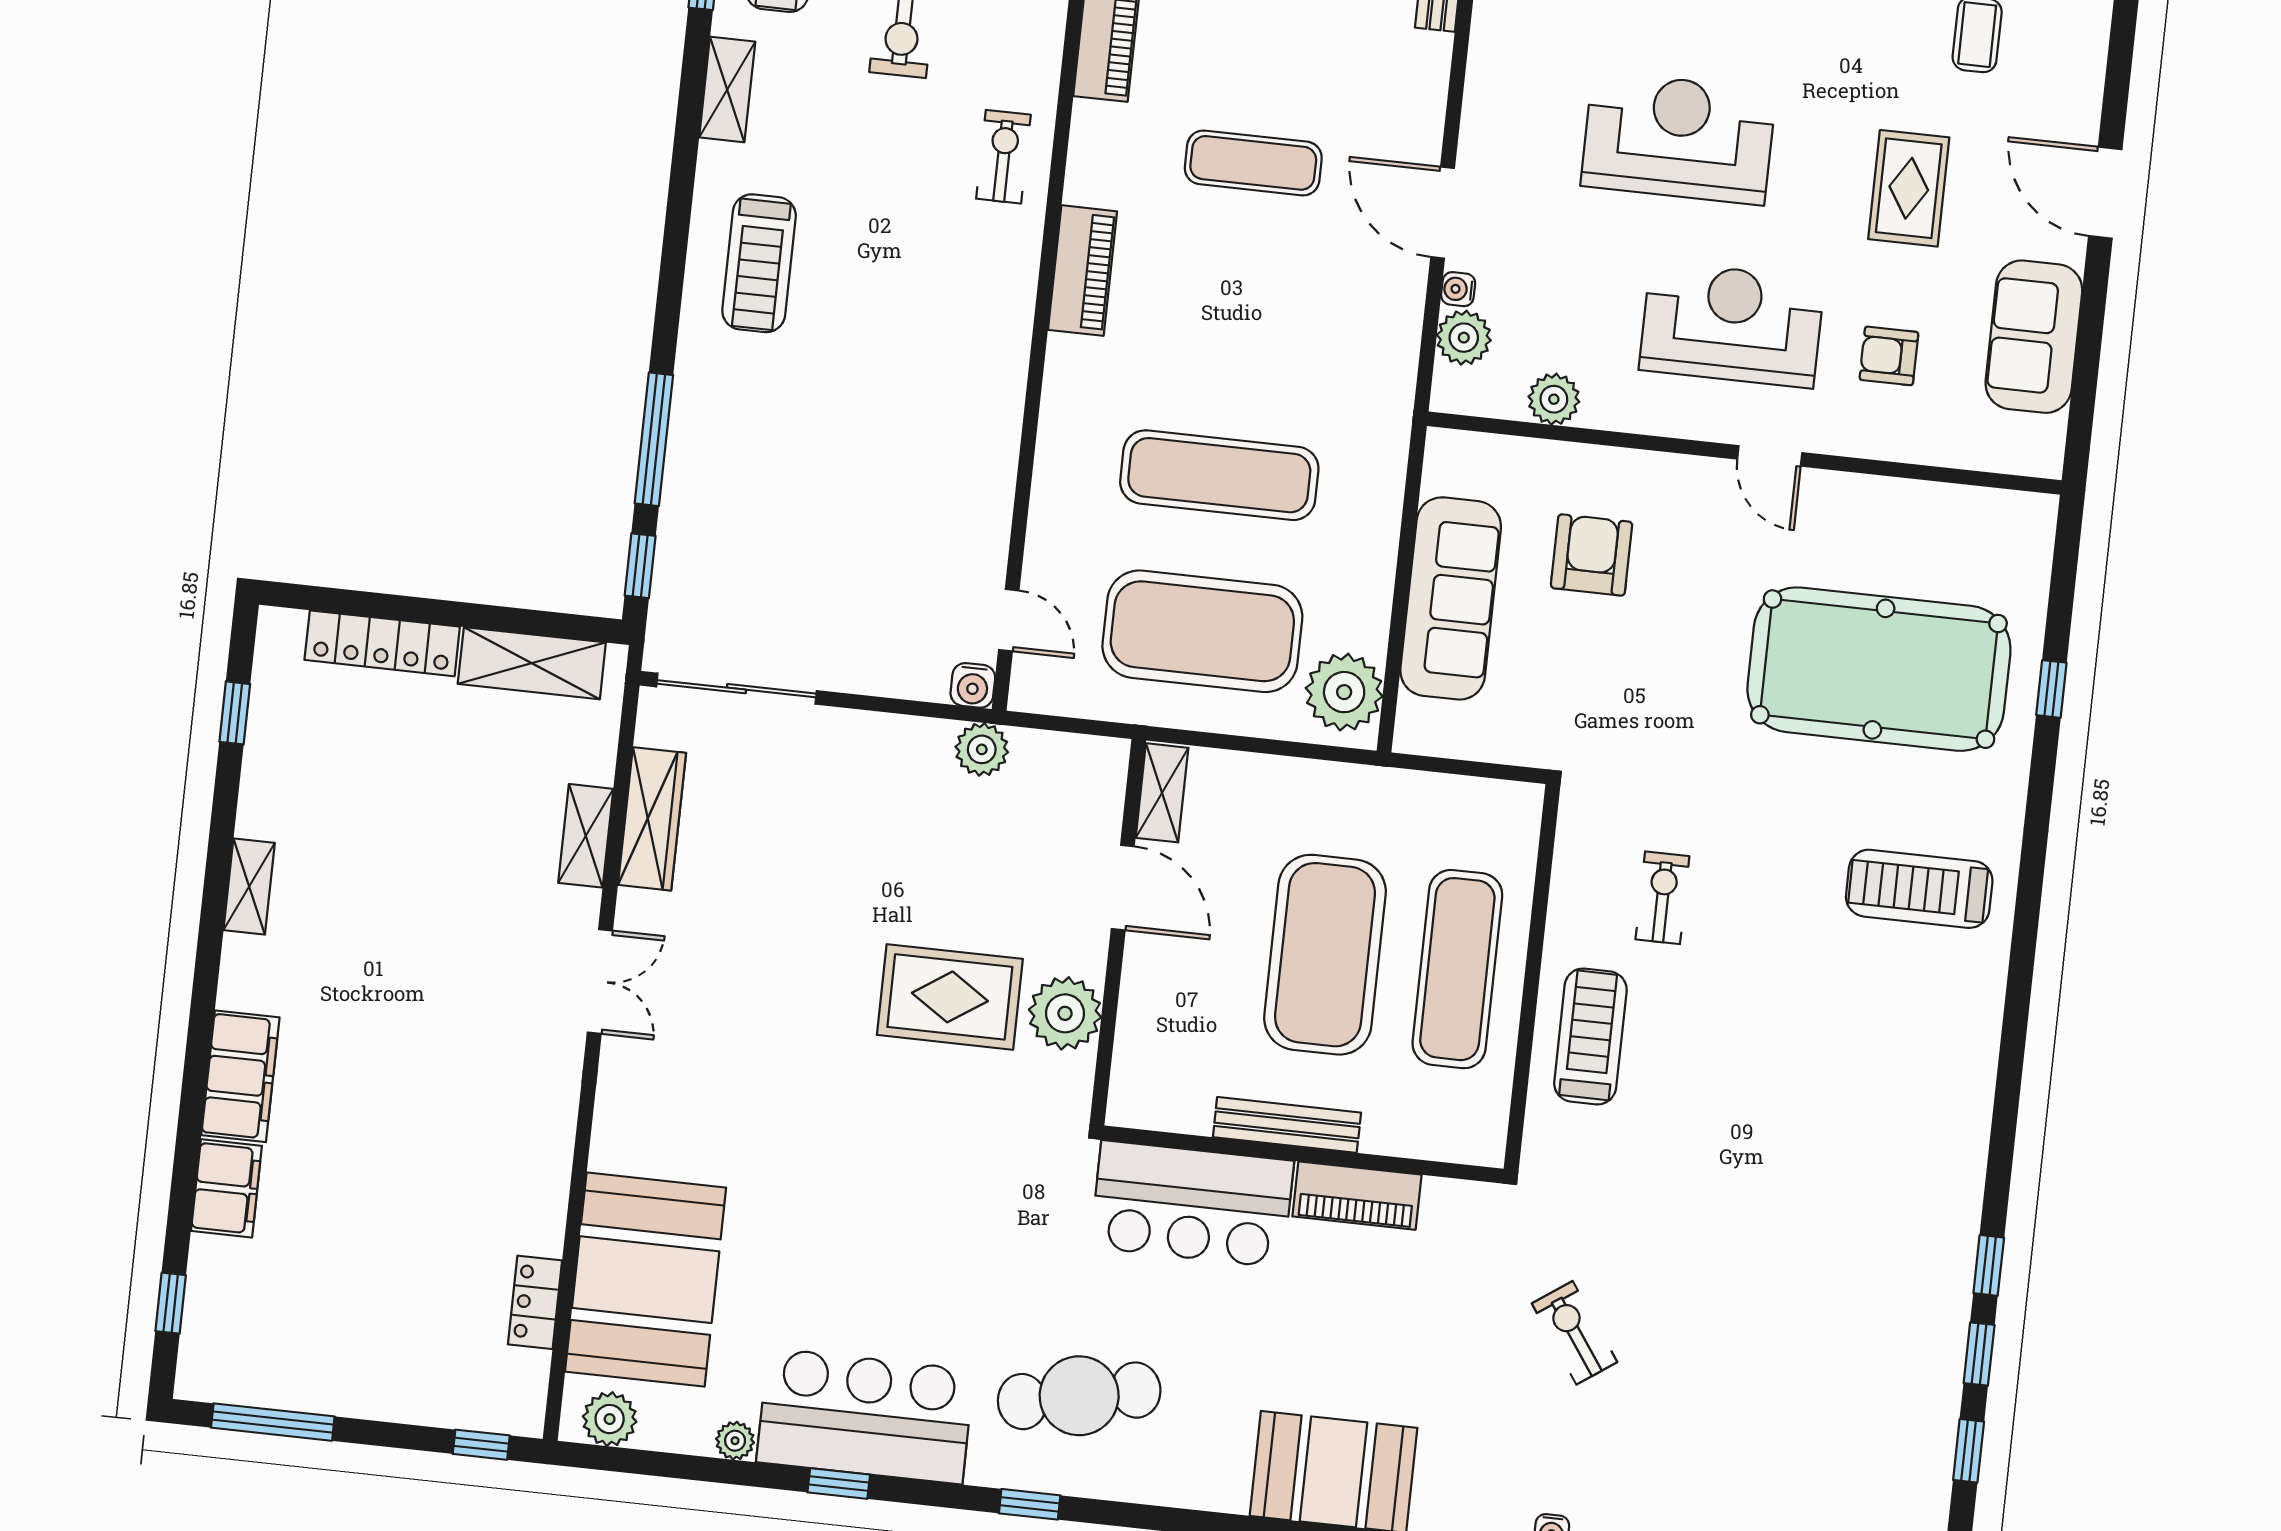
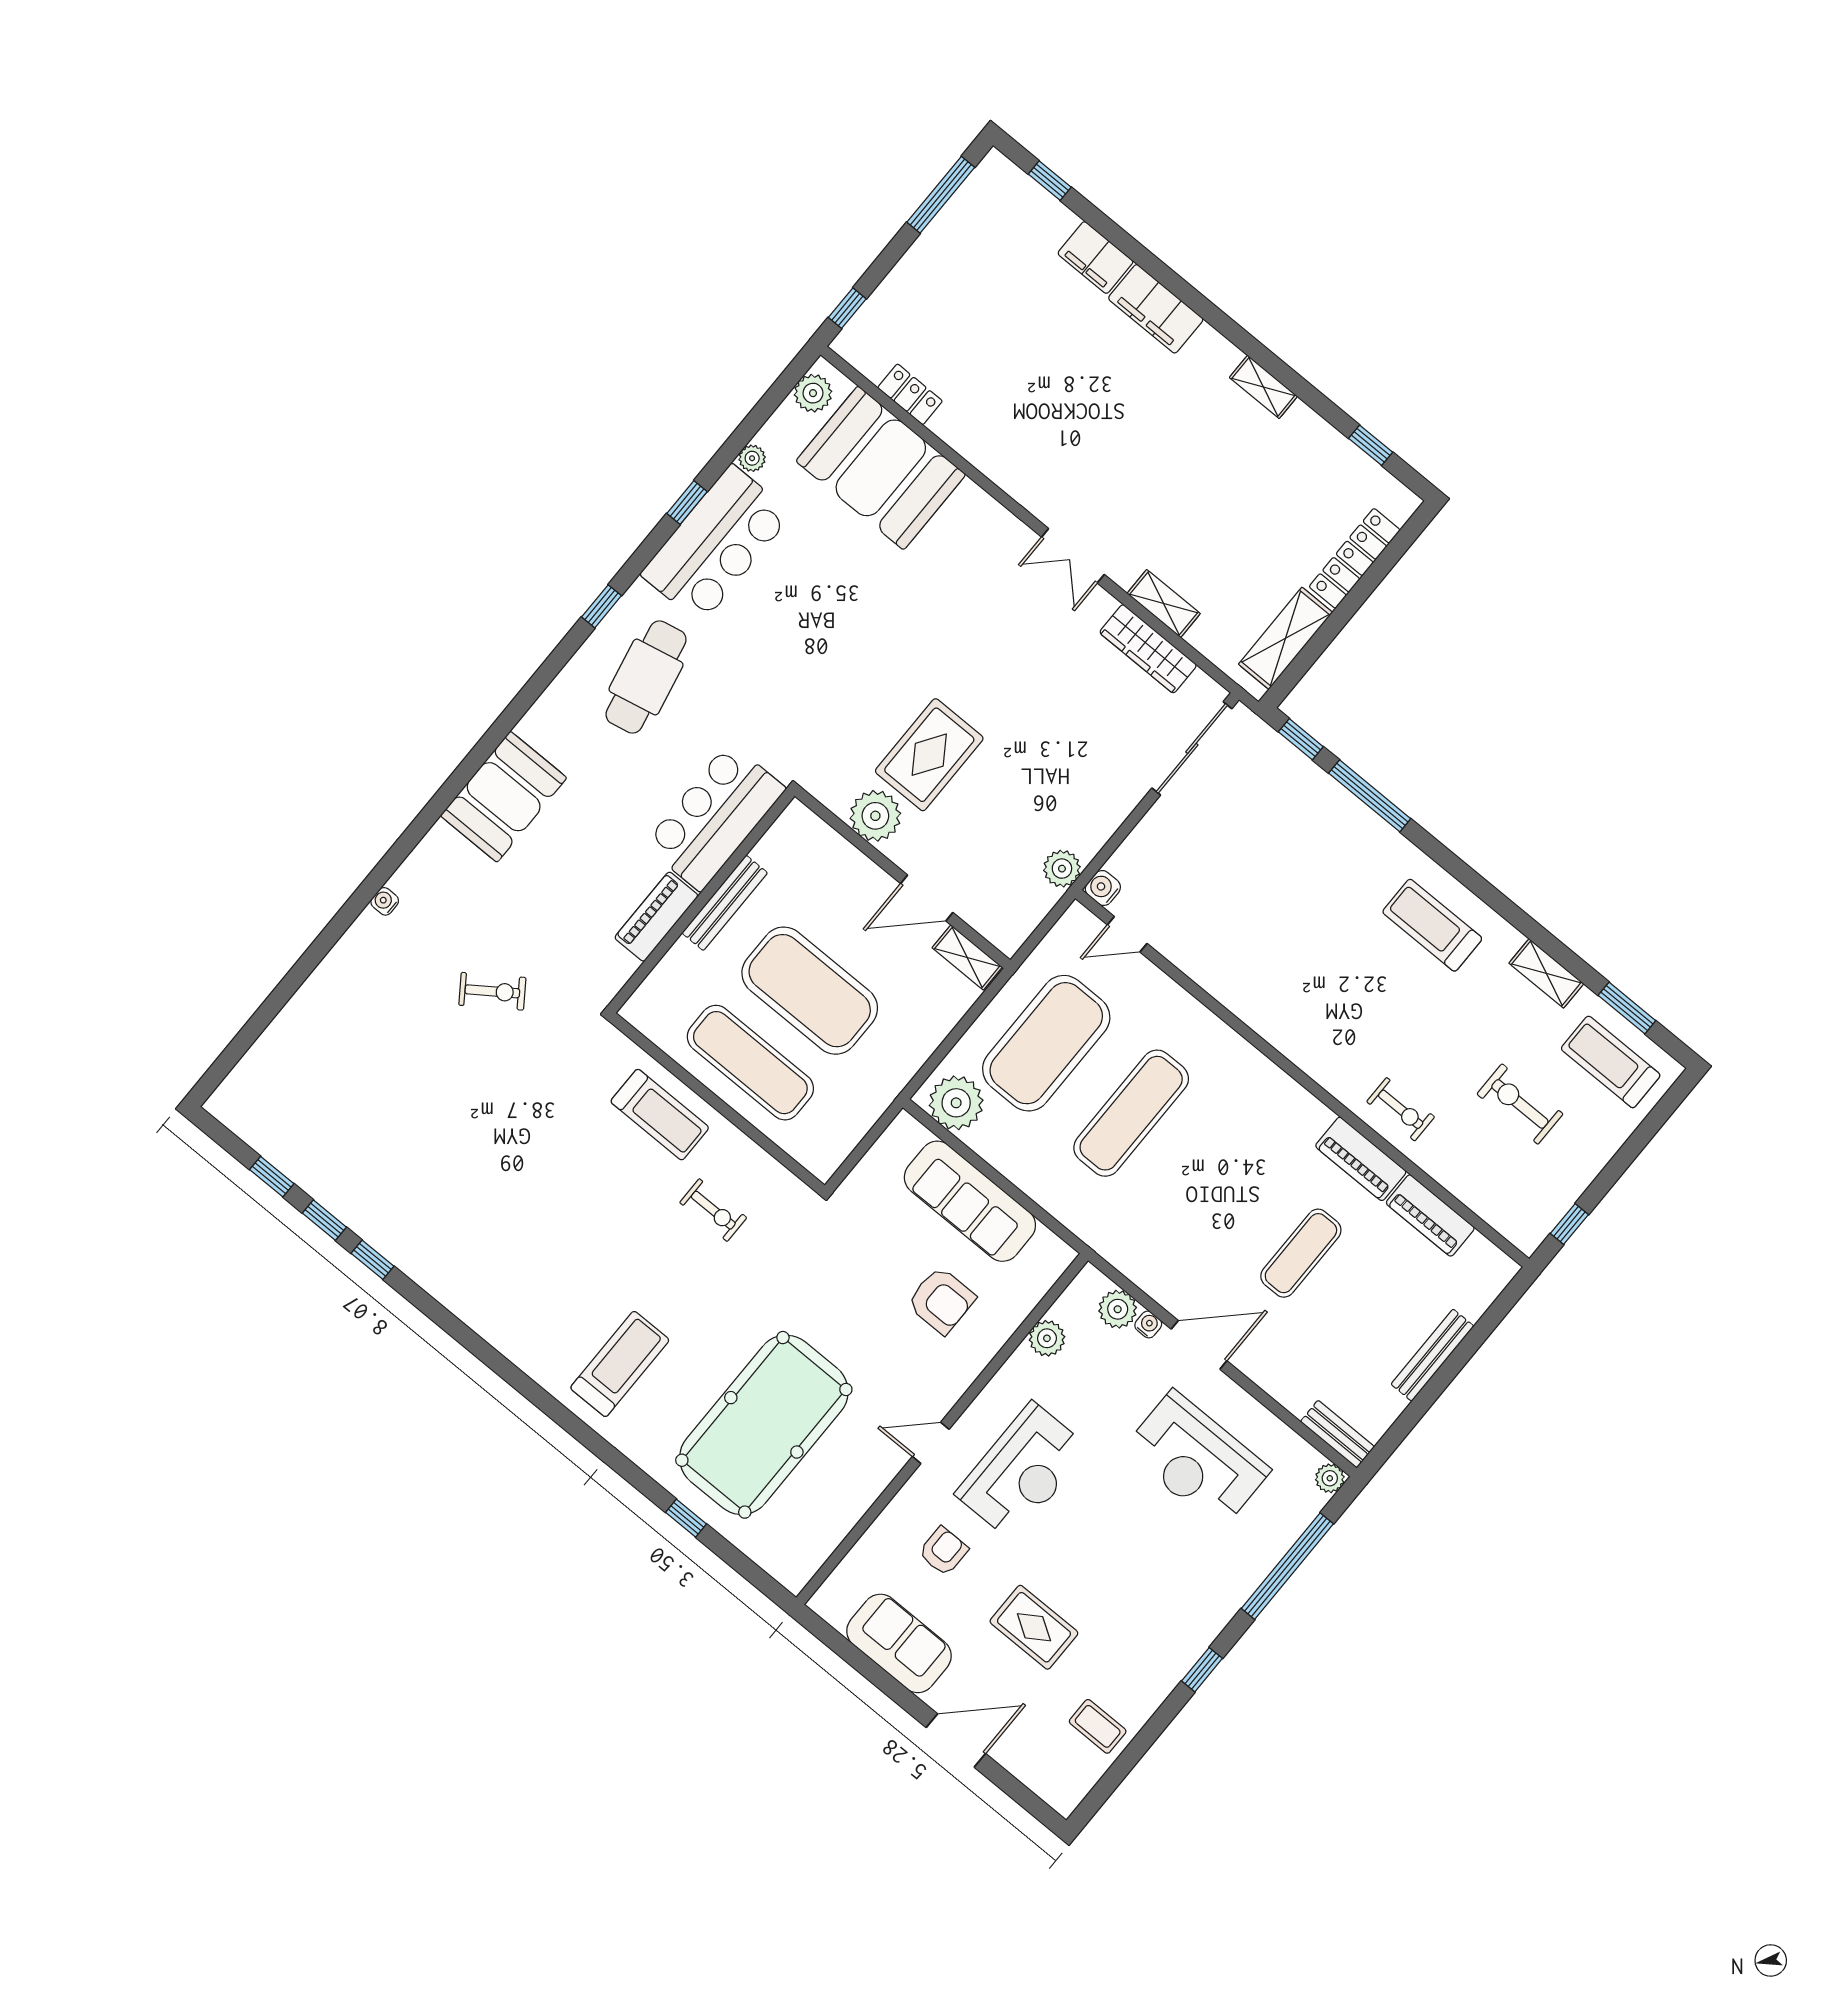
reception desk: (1678, 138) -> (1197, 1460), moved, turned 90
piano: (1082, 271) -> (1361, 1159), moved

